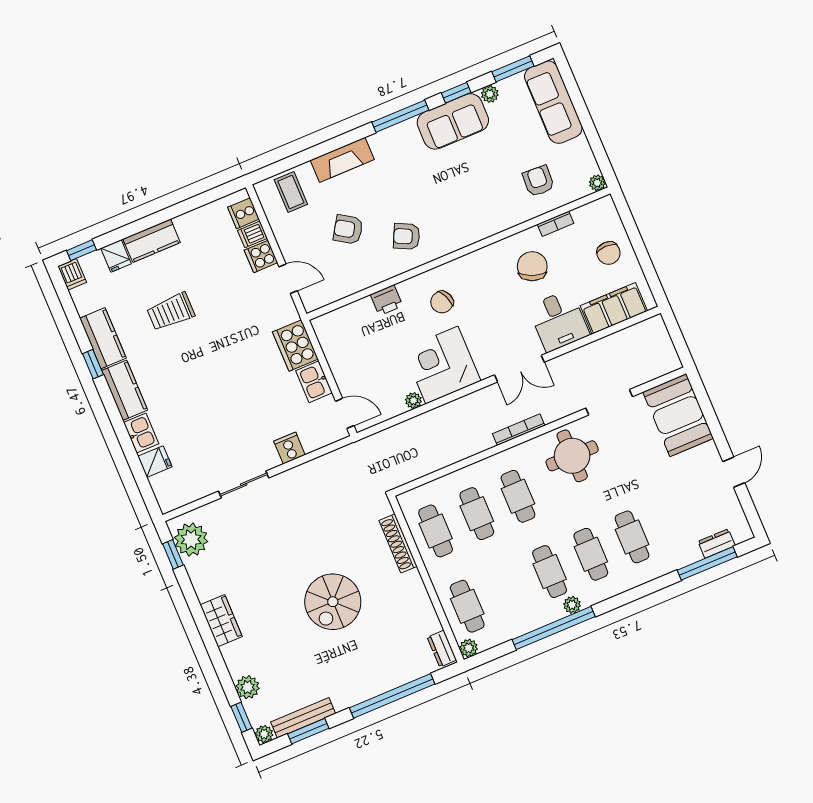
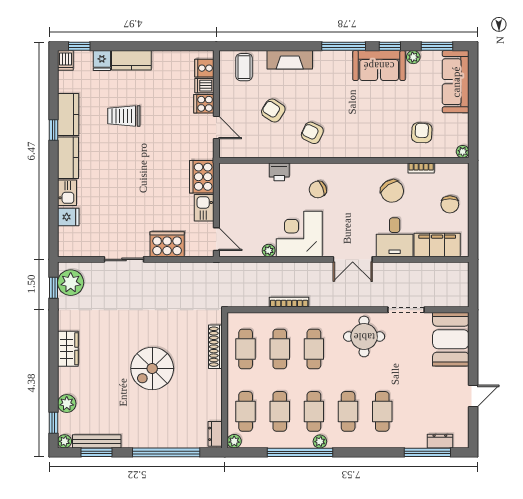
chair: (532, 266) -> (392, 191), turned 126
bookcase: (519, 430) -> (289, 302), moved
cooker: (289, 448) -> (167, 244), width x1.87, depth x1.31
cafe table: (508, 589) -> (280, 411), added

